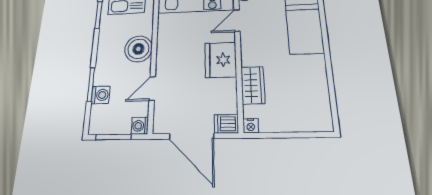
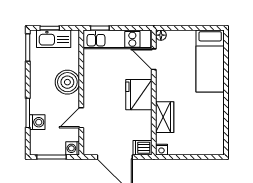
door: (237, 21) -> (154, 59), hinge flipped

